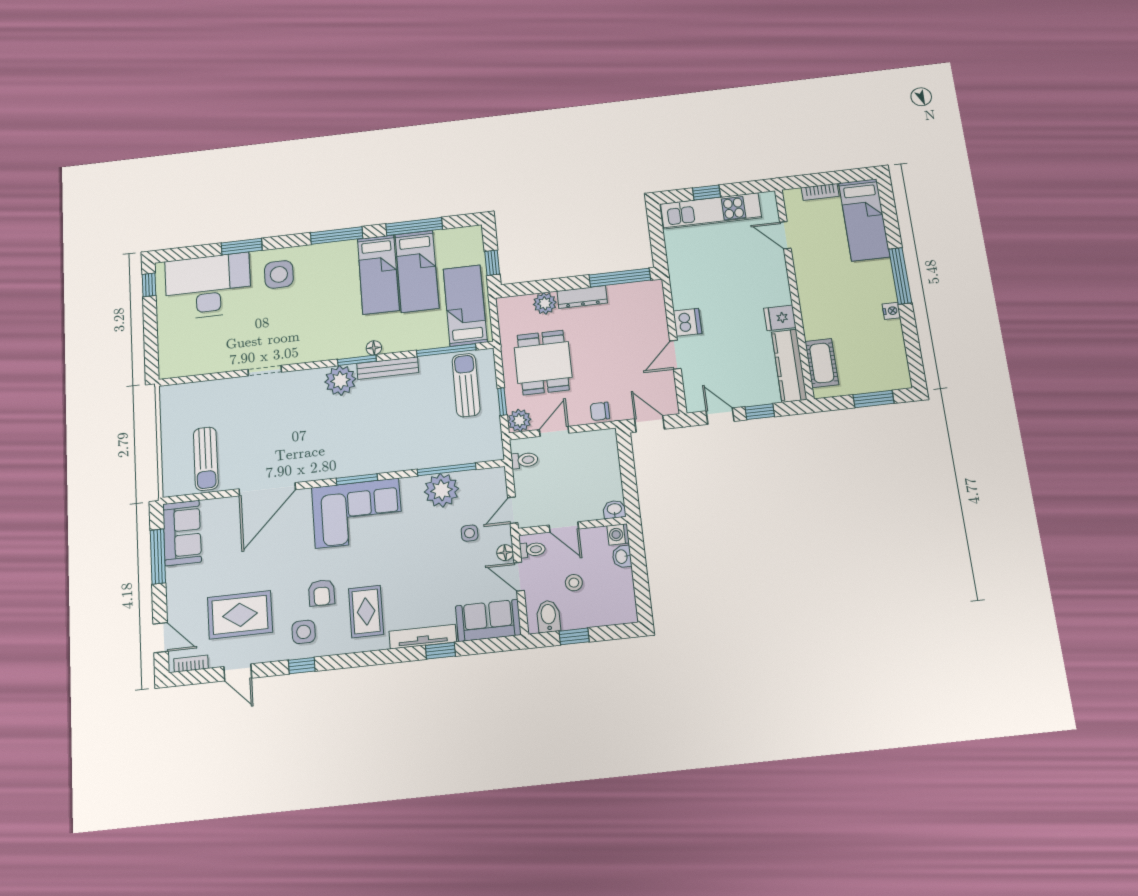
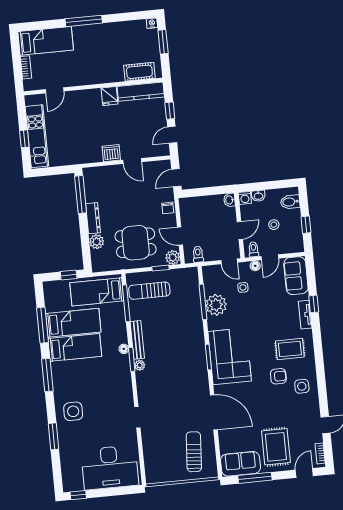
desk: (208, 286) -> (110, 467), moved, turned -90
nightstand: (891, 311) -> (152, 23), moved
plant: (340, 380) -> (140, 365), width x0.53, depth x0.53
sun lounger: (206, 459) -> (194, 452), turned -86
rug: (240, 615) -> (276, 447), moved
bidet: (548, 616) -> (290, 202), moved
tv unit: (423, 637) -> (305, 315), width x0.71
window: (302, 666) -> (322, 387), removed

